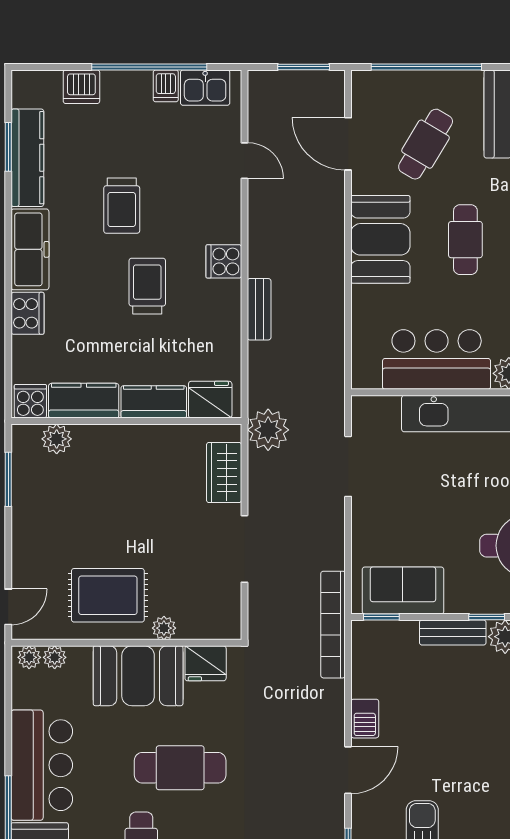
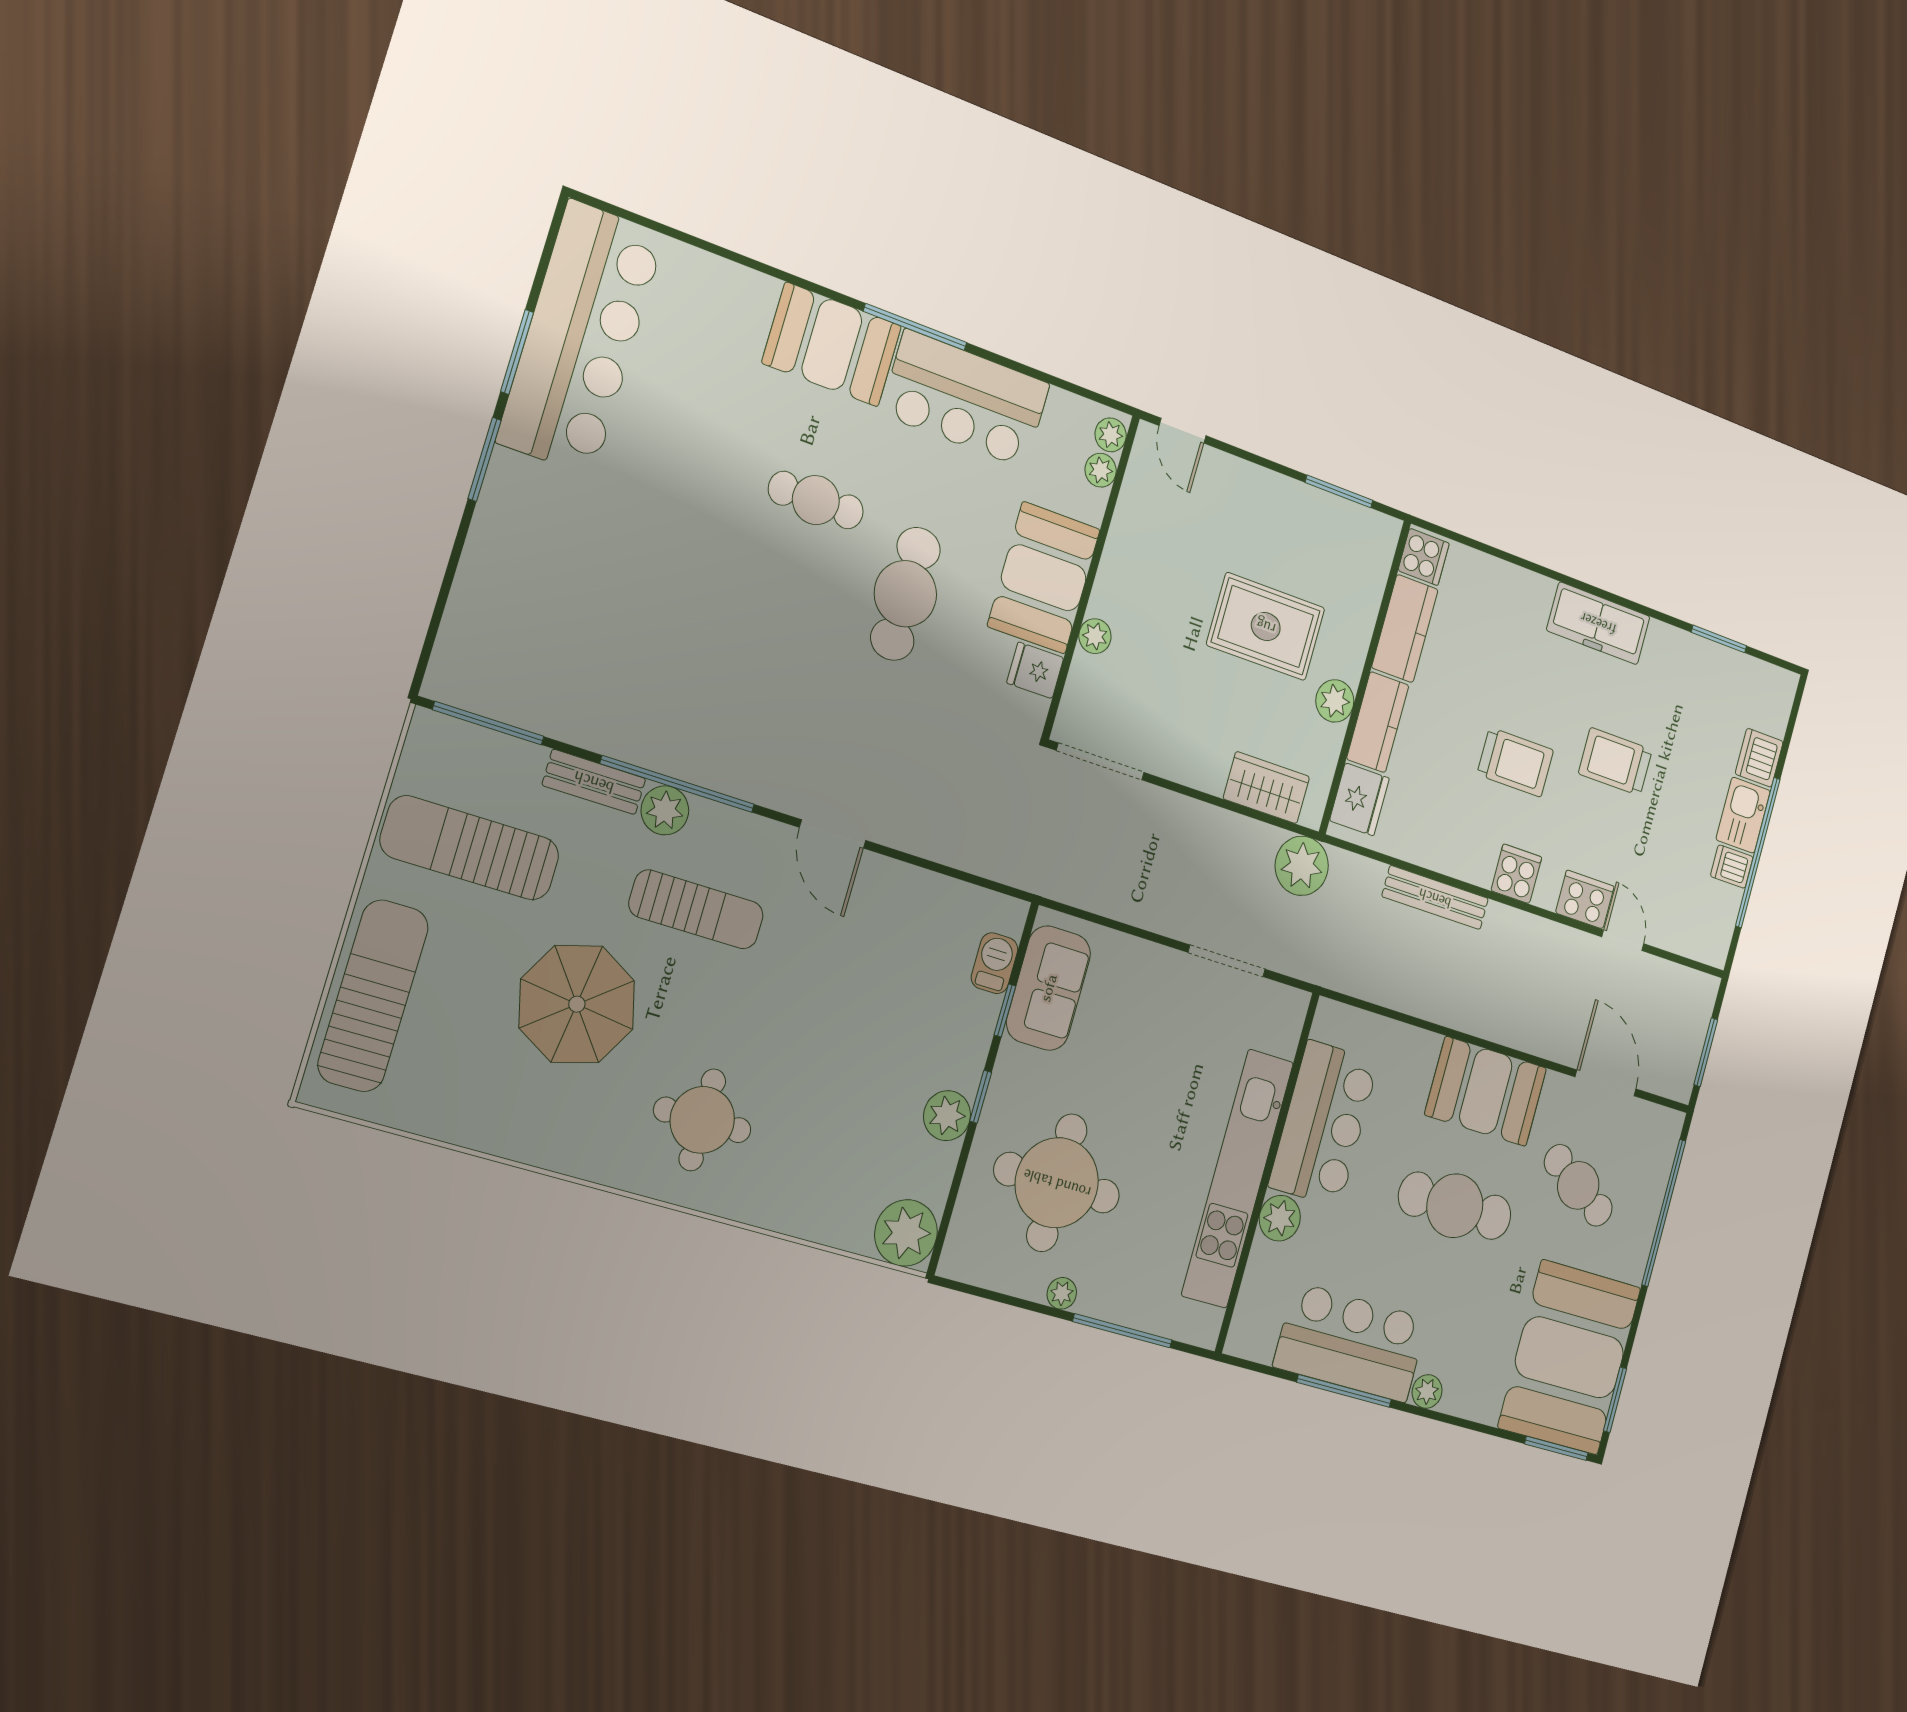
kitchen sink: (205, 88) -> (1743, 815), moved
door: (348, 144) -> (1606, 1083), hinge flipped
kitchen counter: (27, 158) -> (1701, 659), removed
door: (244, 161) -> (1623, 940), swing flipped
cafe table: (465, 240) -> (1455, 1206), width x1.37, depth x1.35
bench: (259, 309) -> (1435, 898), width x1.36
cooker: (27, 313) -> (1585, 900), moved, turned 180
plant: (57, 439) -> (1335, 701), moved
doorway: (244, 549) -> (1100, 761), moved
rug: (108, 595) -> (1266, 626), moved, turned 90
window: (381, 617) -> (1005, 1011), moved
bookcase: (333, 625) -> (1032, 875), removed
bench: (453, 632) -> (974, 1042), removed
fridge: (206, 663) -> (1035, 670), width x0.72
barbecue: (365, 719) -> (994, 963), moved, turned 90

